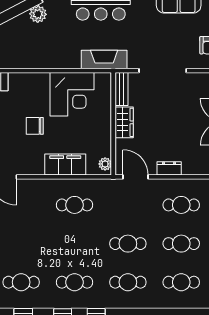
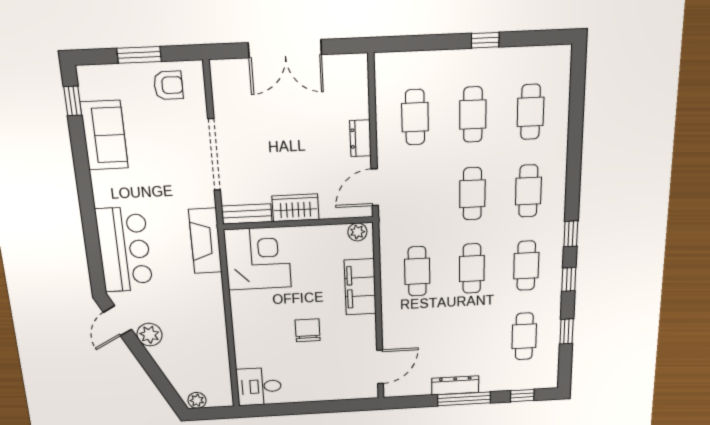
corner desk: (72, 94) -> (258, 259), moved
chair: (35, 126) -> (308, 330), turned 180
cafe table: (74, 244) -> (472, 268), added

